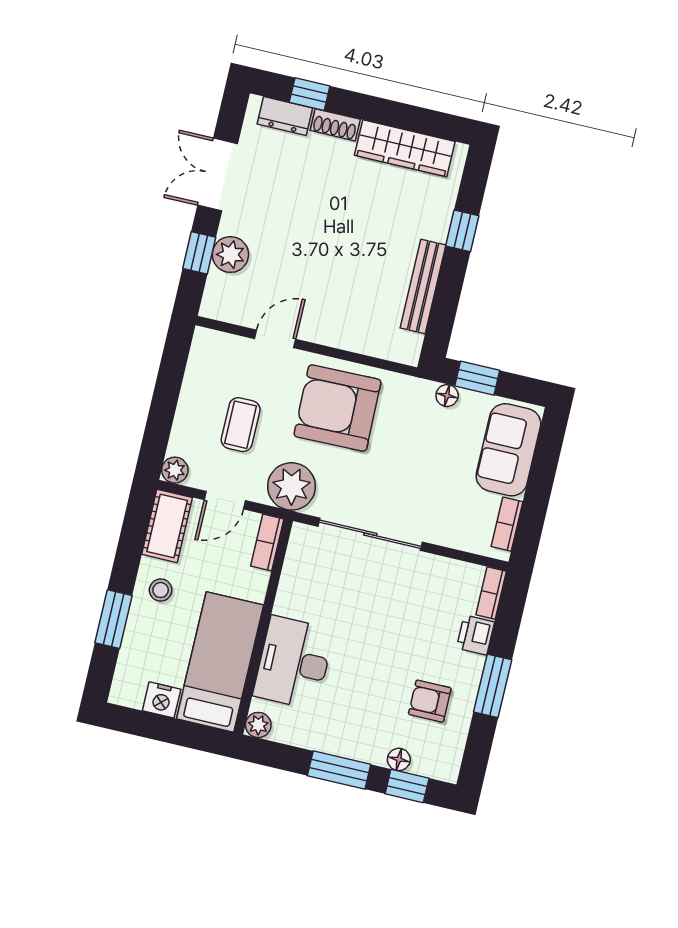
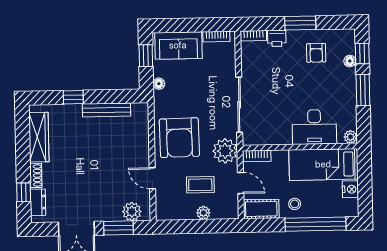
window: (199, 253) -> (118, 228), width x1.50
plant: (230, 255) -> (132, 212), moved
window: (477, 378) -> (146, 56), moved
plant: (175, 470) -> (203, 213), moved
window: (113, 619) -> (316, 224), width x2.11

